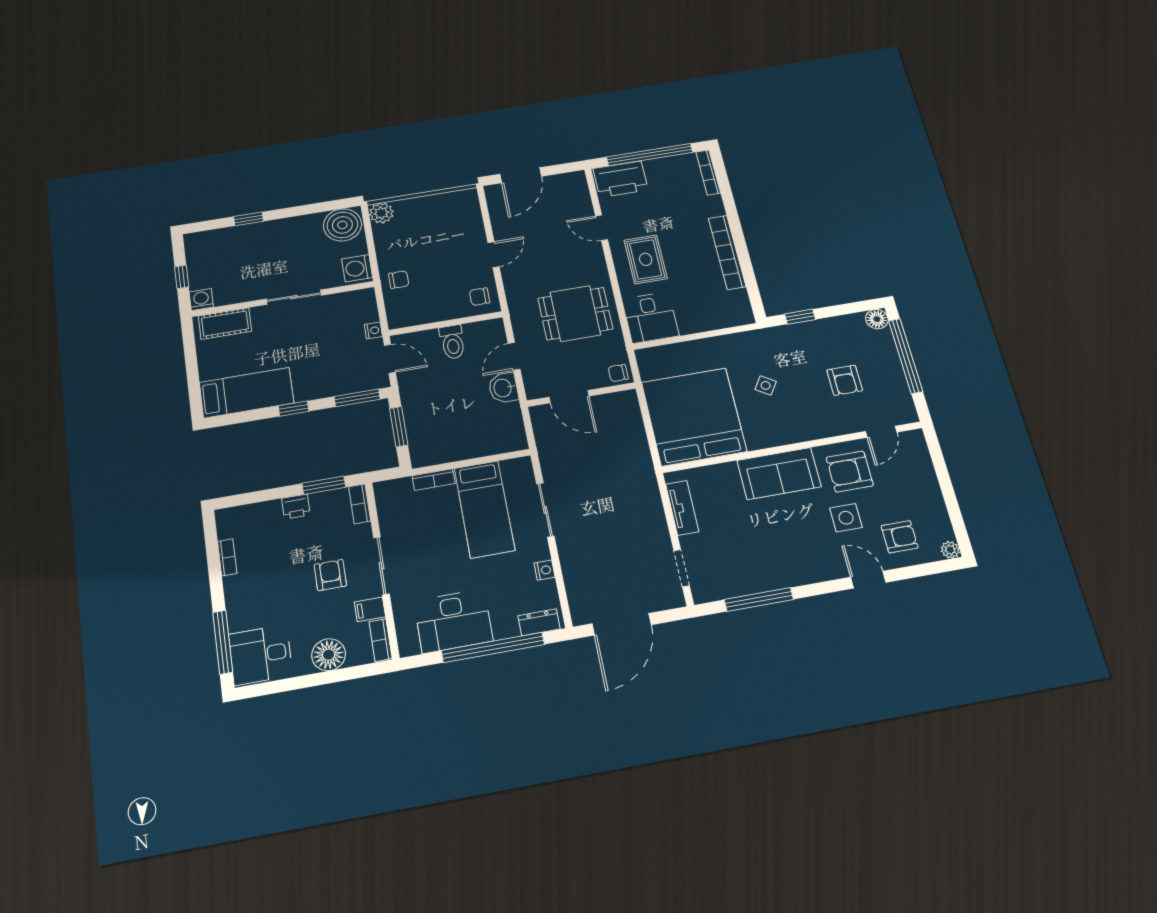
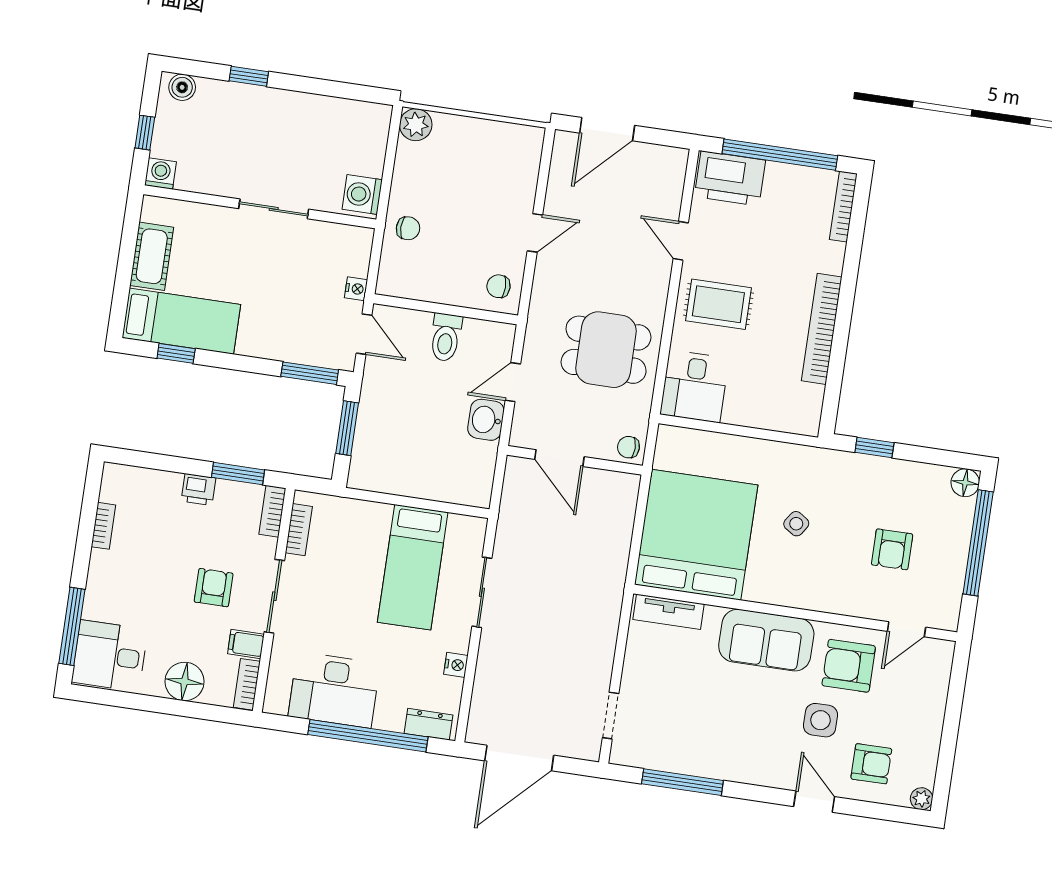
boiler: (342, 225) -> (182, 87), moved, width x0.54, depth x0.54
rug: (646, 259) -> (718, 304), turned 90
cot: (225, 324) -> (152, 256), moved, turned 90
window: (294, 409) -> (176, 353), moved
bookcase: (434, 480) -> (299, 530), moved, turned -90
tv unit: (682, 508) -> (669, 612), moved, turned 90

